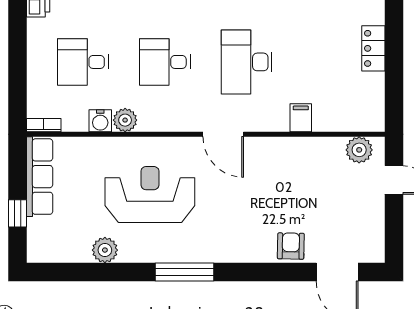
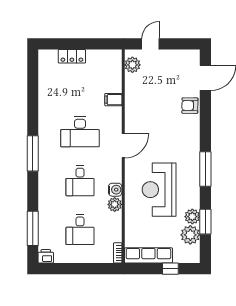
water cooler: (100, 121) -> (115, 190), moved
plant: (74, 247) -> (190, 235), added
window: (96, 272) -> (205, 222), added

